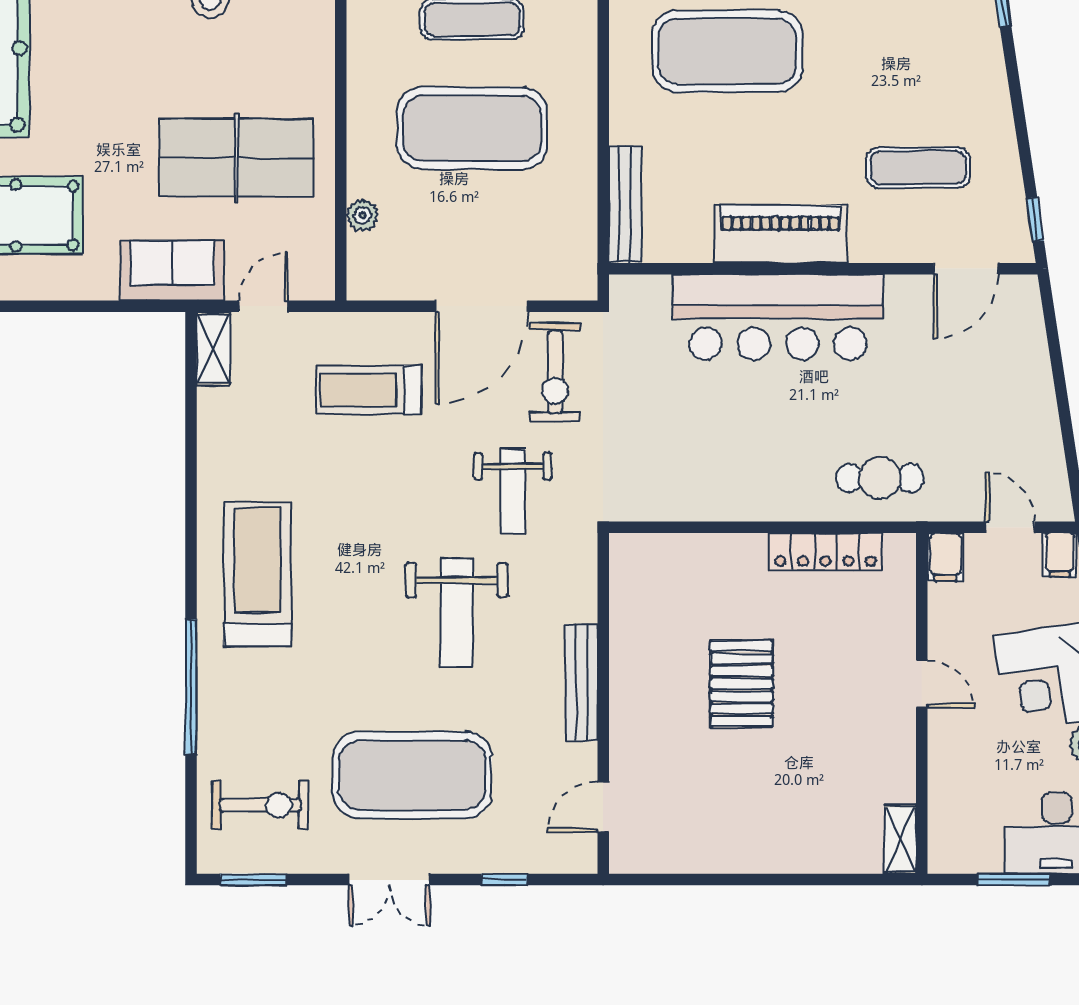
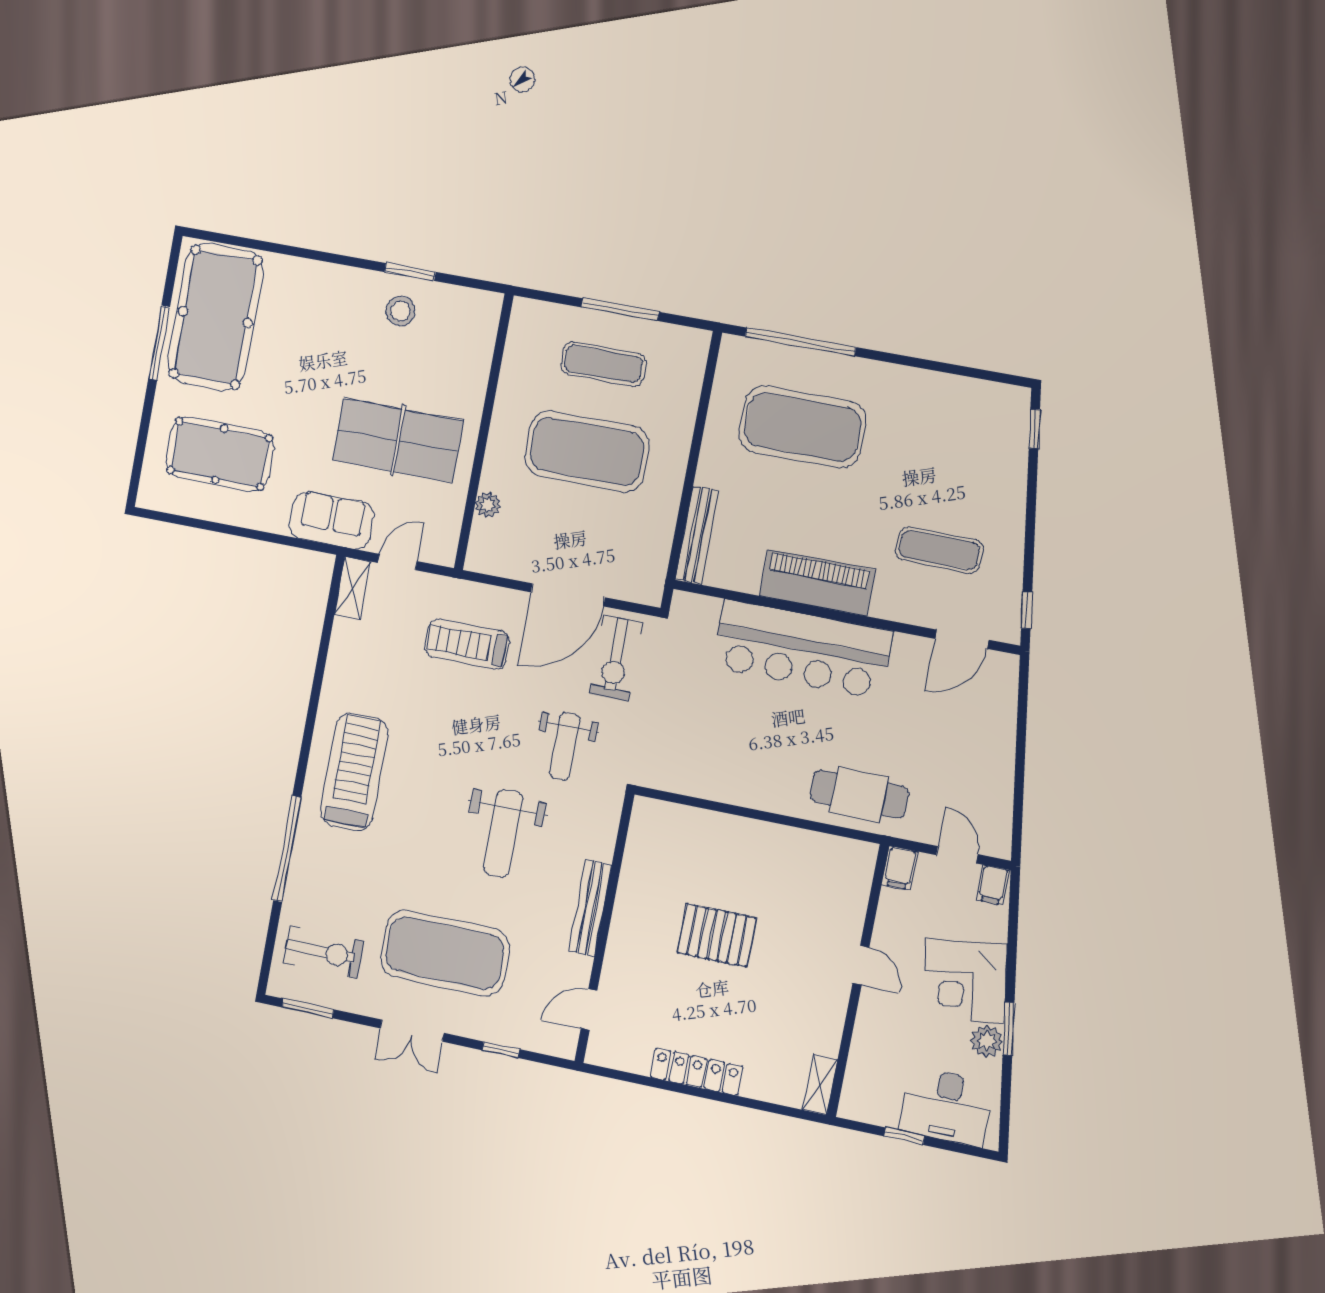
cafe table: (880, 478) -> (859, 794), width x1.37, depth x1.35
locker: (826, 552) -> (696, 1072), moved, turned 180
pallet: (742, 684) -> (717, 935), turned 90
window: (1014, 880) -> (904, 1136), width x0.67

